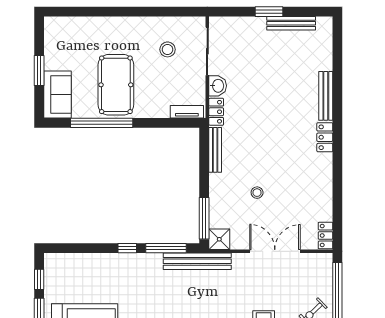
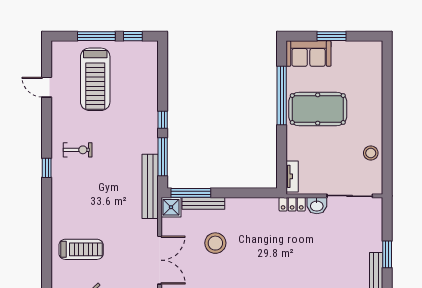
stool: (168, 49) -> (371, 153), moved
bench: (215, 150) -> (203, 203), moved
stool: (257, 193) -> (215, 243), width x1.89, depth x1.89

